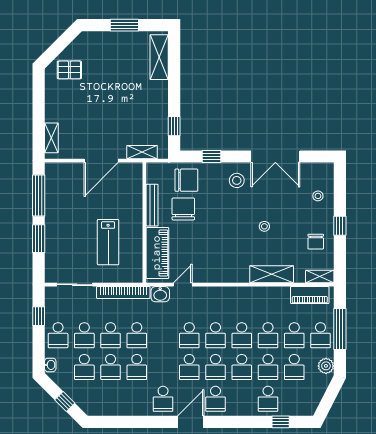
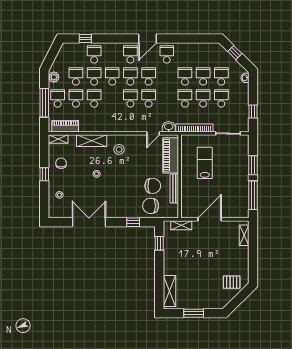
stool: (237, 180) -> (119, 149), moved
chair: (183, 209) -> (153, 186), turned -90
school desk: (58, 335) -> (239, 98), removed
school desk: (242, 335) -> (112, 98), removed

